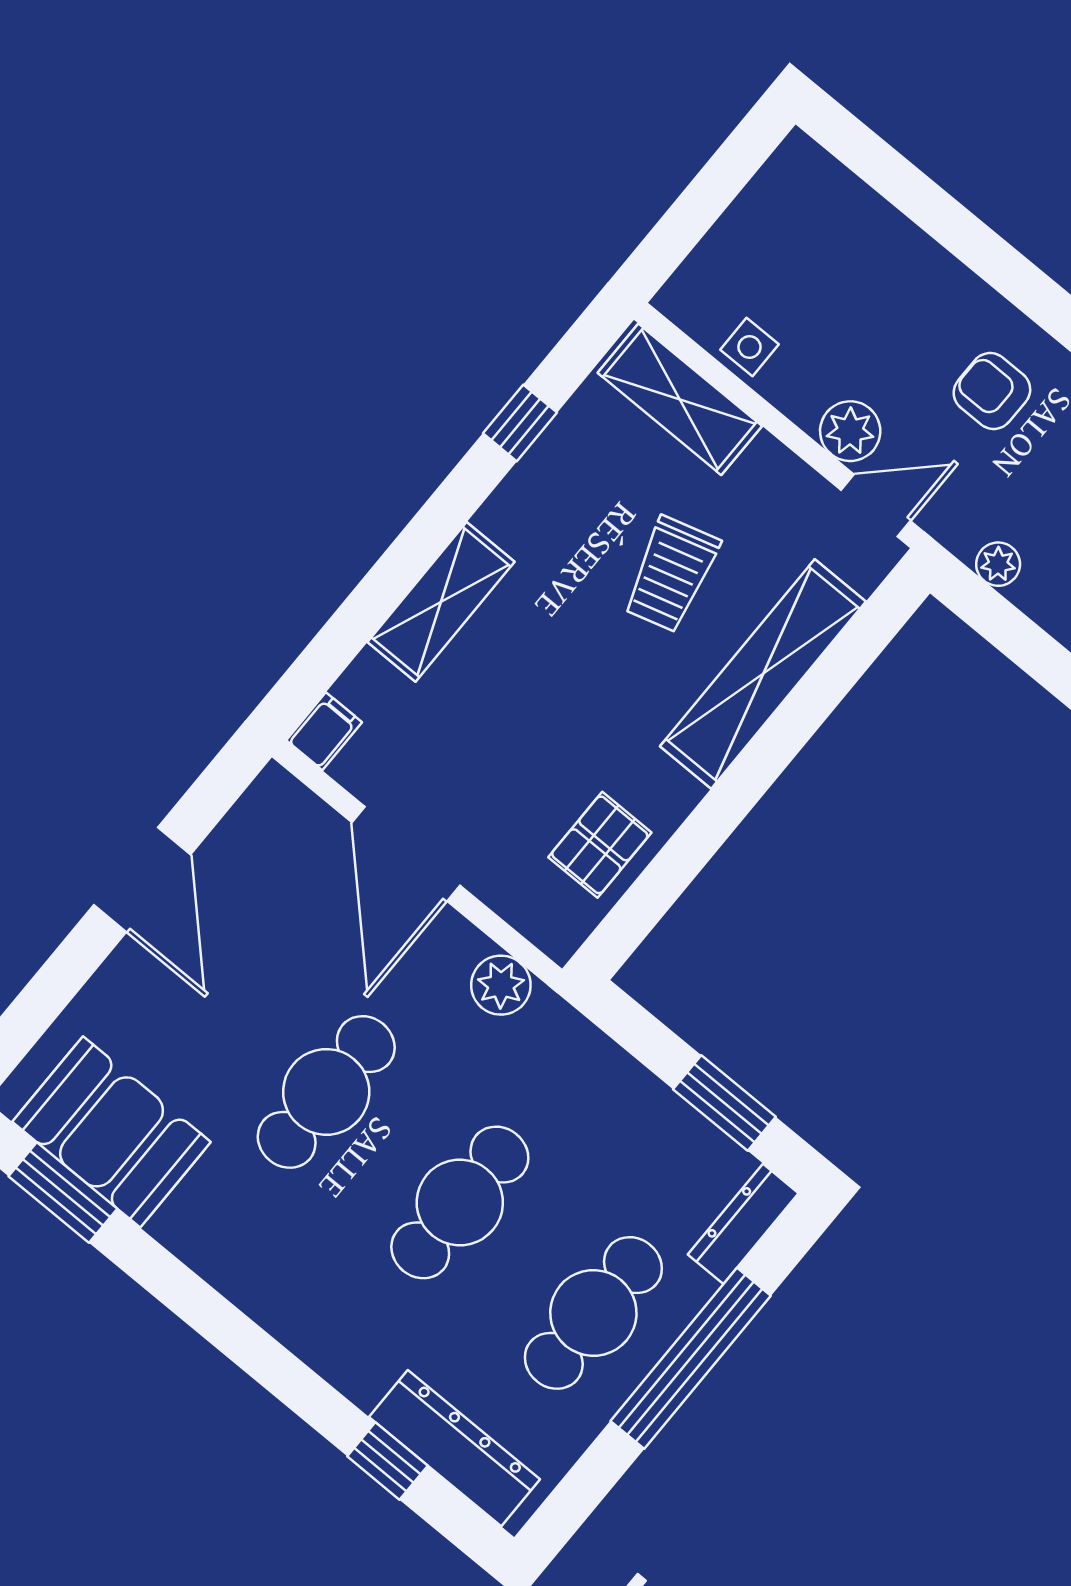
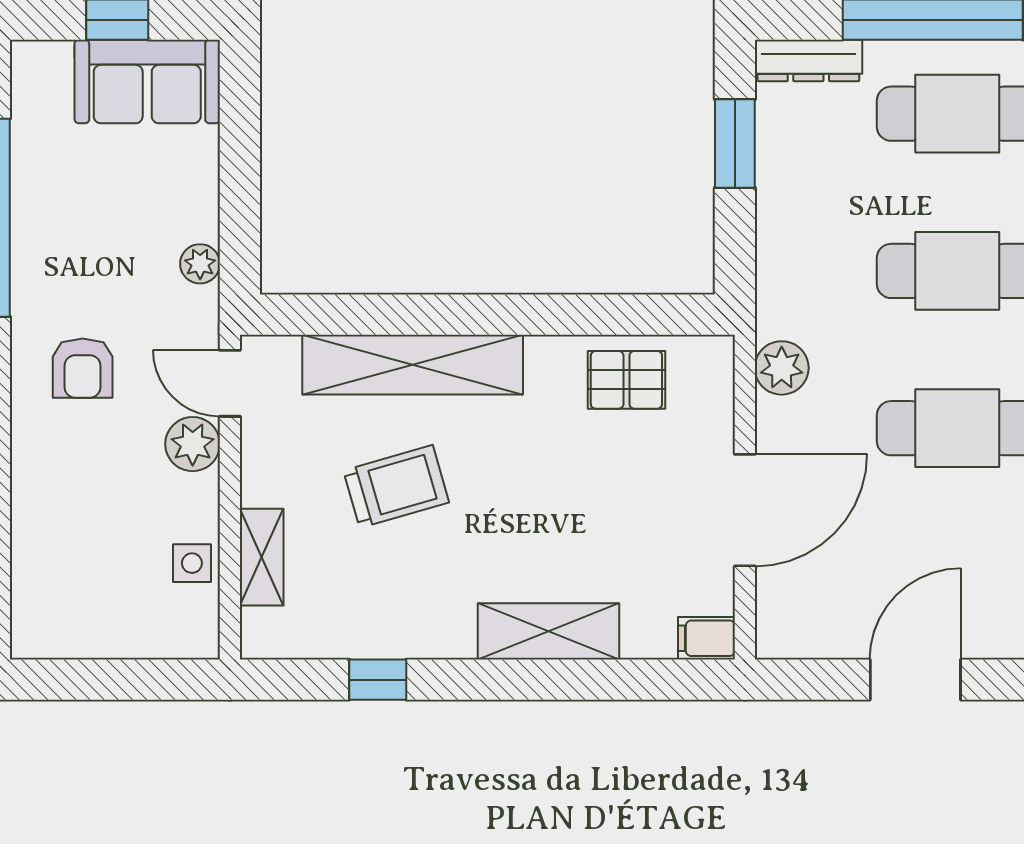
shelving: (680, 399) -> (262, 557), width x0.67, depth x0.75

